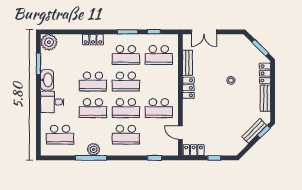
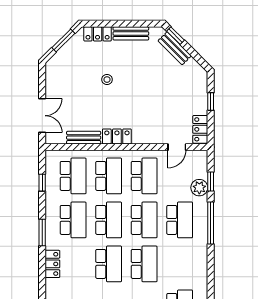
window: (128, 32) -> (42, 232), moved
school desk: (159, 82) -> (109, 176), added
plant: (94, 149) -> (199, 188), moved
window: (91, 158) -> (211, 223), moved

